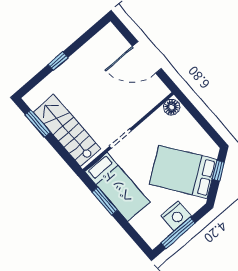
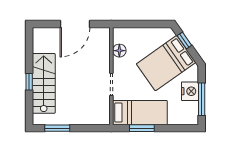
floor lamp: (172, 107) -> (119, 51), moved
stairs: (67, 130) -> (44, 83), moved, turned 90

